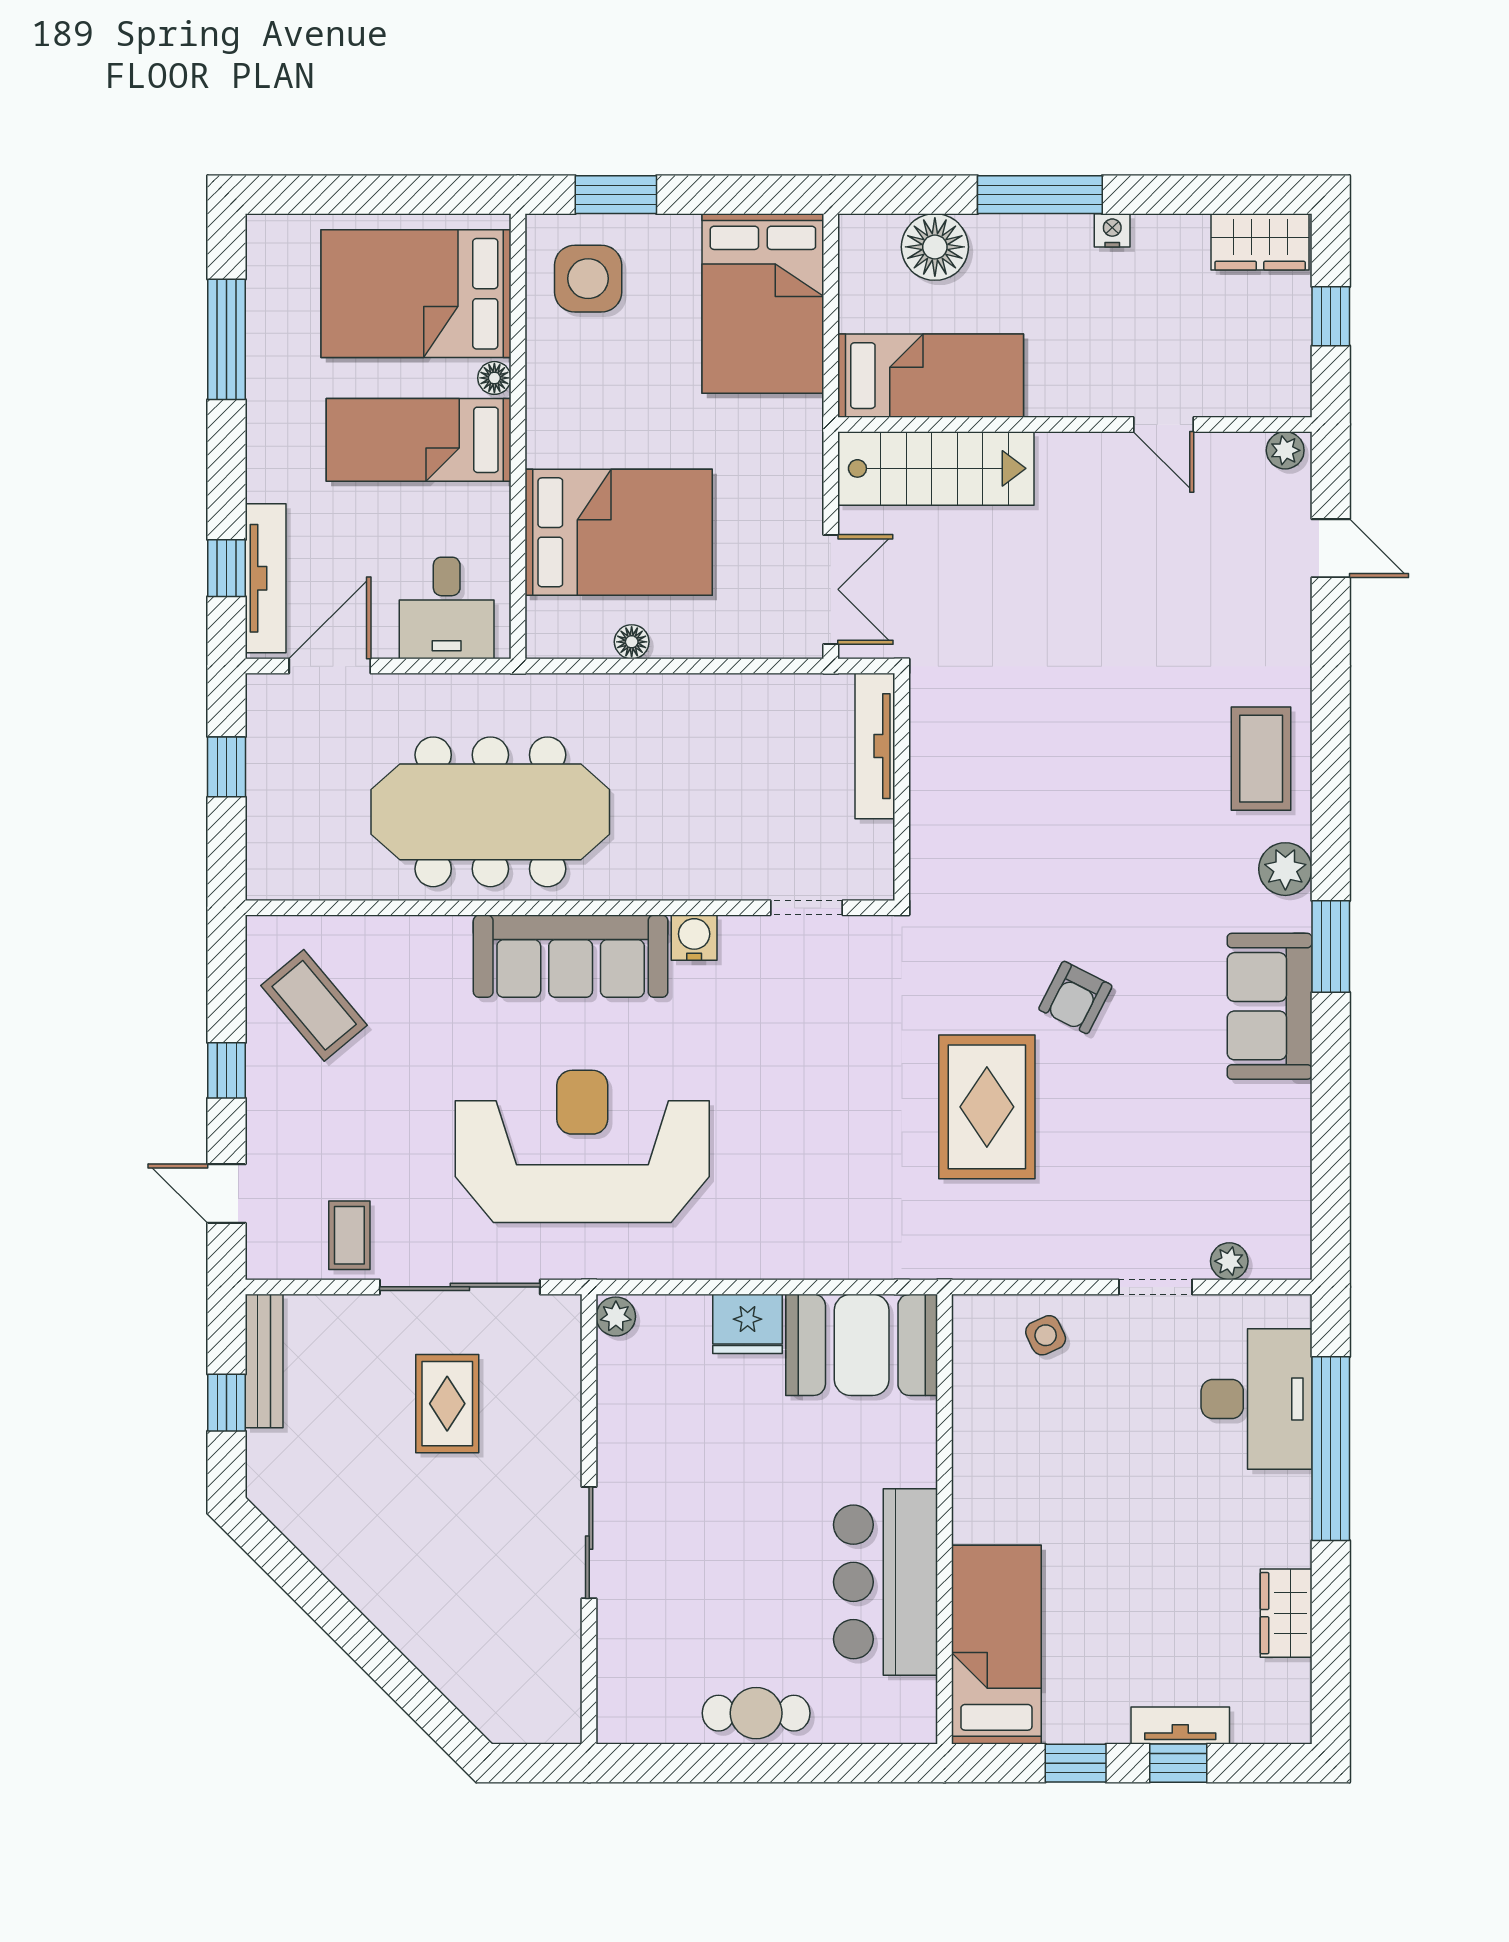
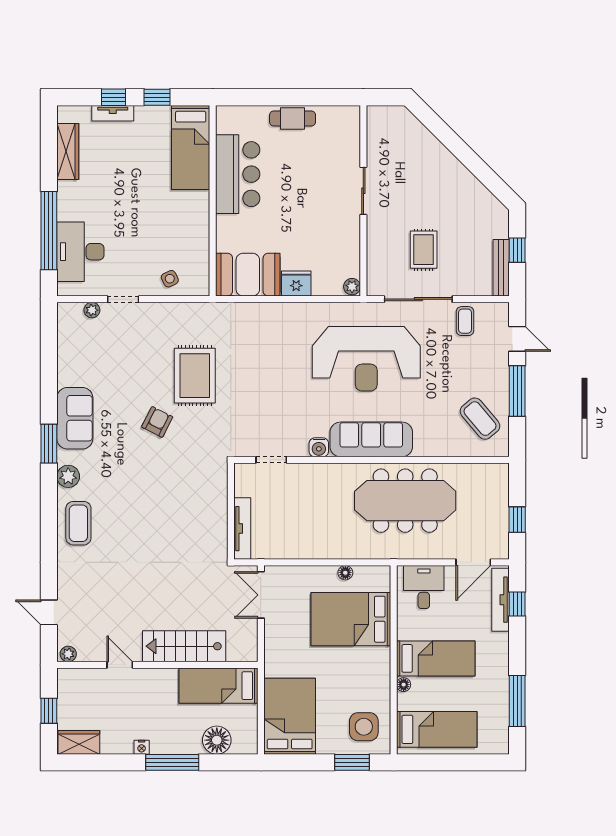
bed: (416, 294) -> (437, 729), width x0.67
stairs: (936, 468) -> (184, 646), moved
window: (227, 1070) -> (517, 391), width x2.17
wardrobe: (1286, 1613) -> (68, 152), width x1.50

